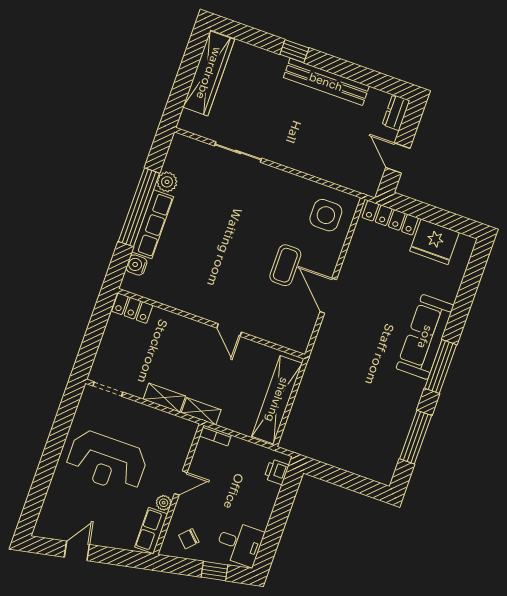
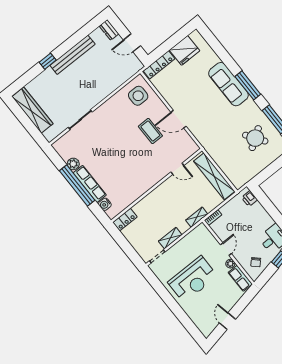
door: (229, 330) -> (177, 169), moved
shelving: (164, 398) -> (170, 238), moved
round table: (370, 425) -> (255, 138), added

